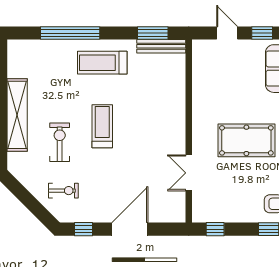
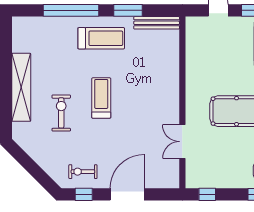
window: (153, 33) -> (128, 10), moved
treadmill: (102, 63) -> (101, 38), turned 180
exercise bike: (63, 191) -> (83, 172), moved, turned 180

